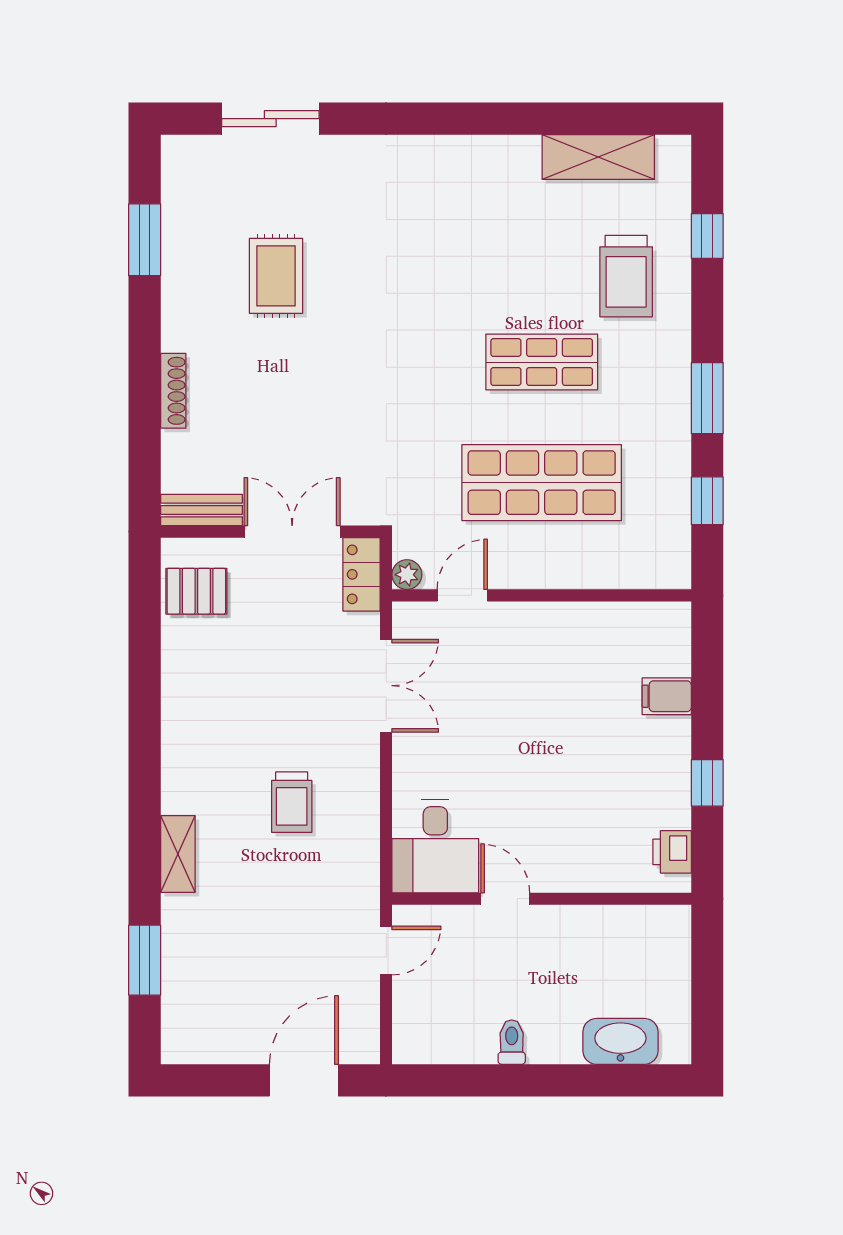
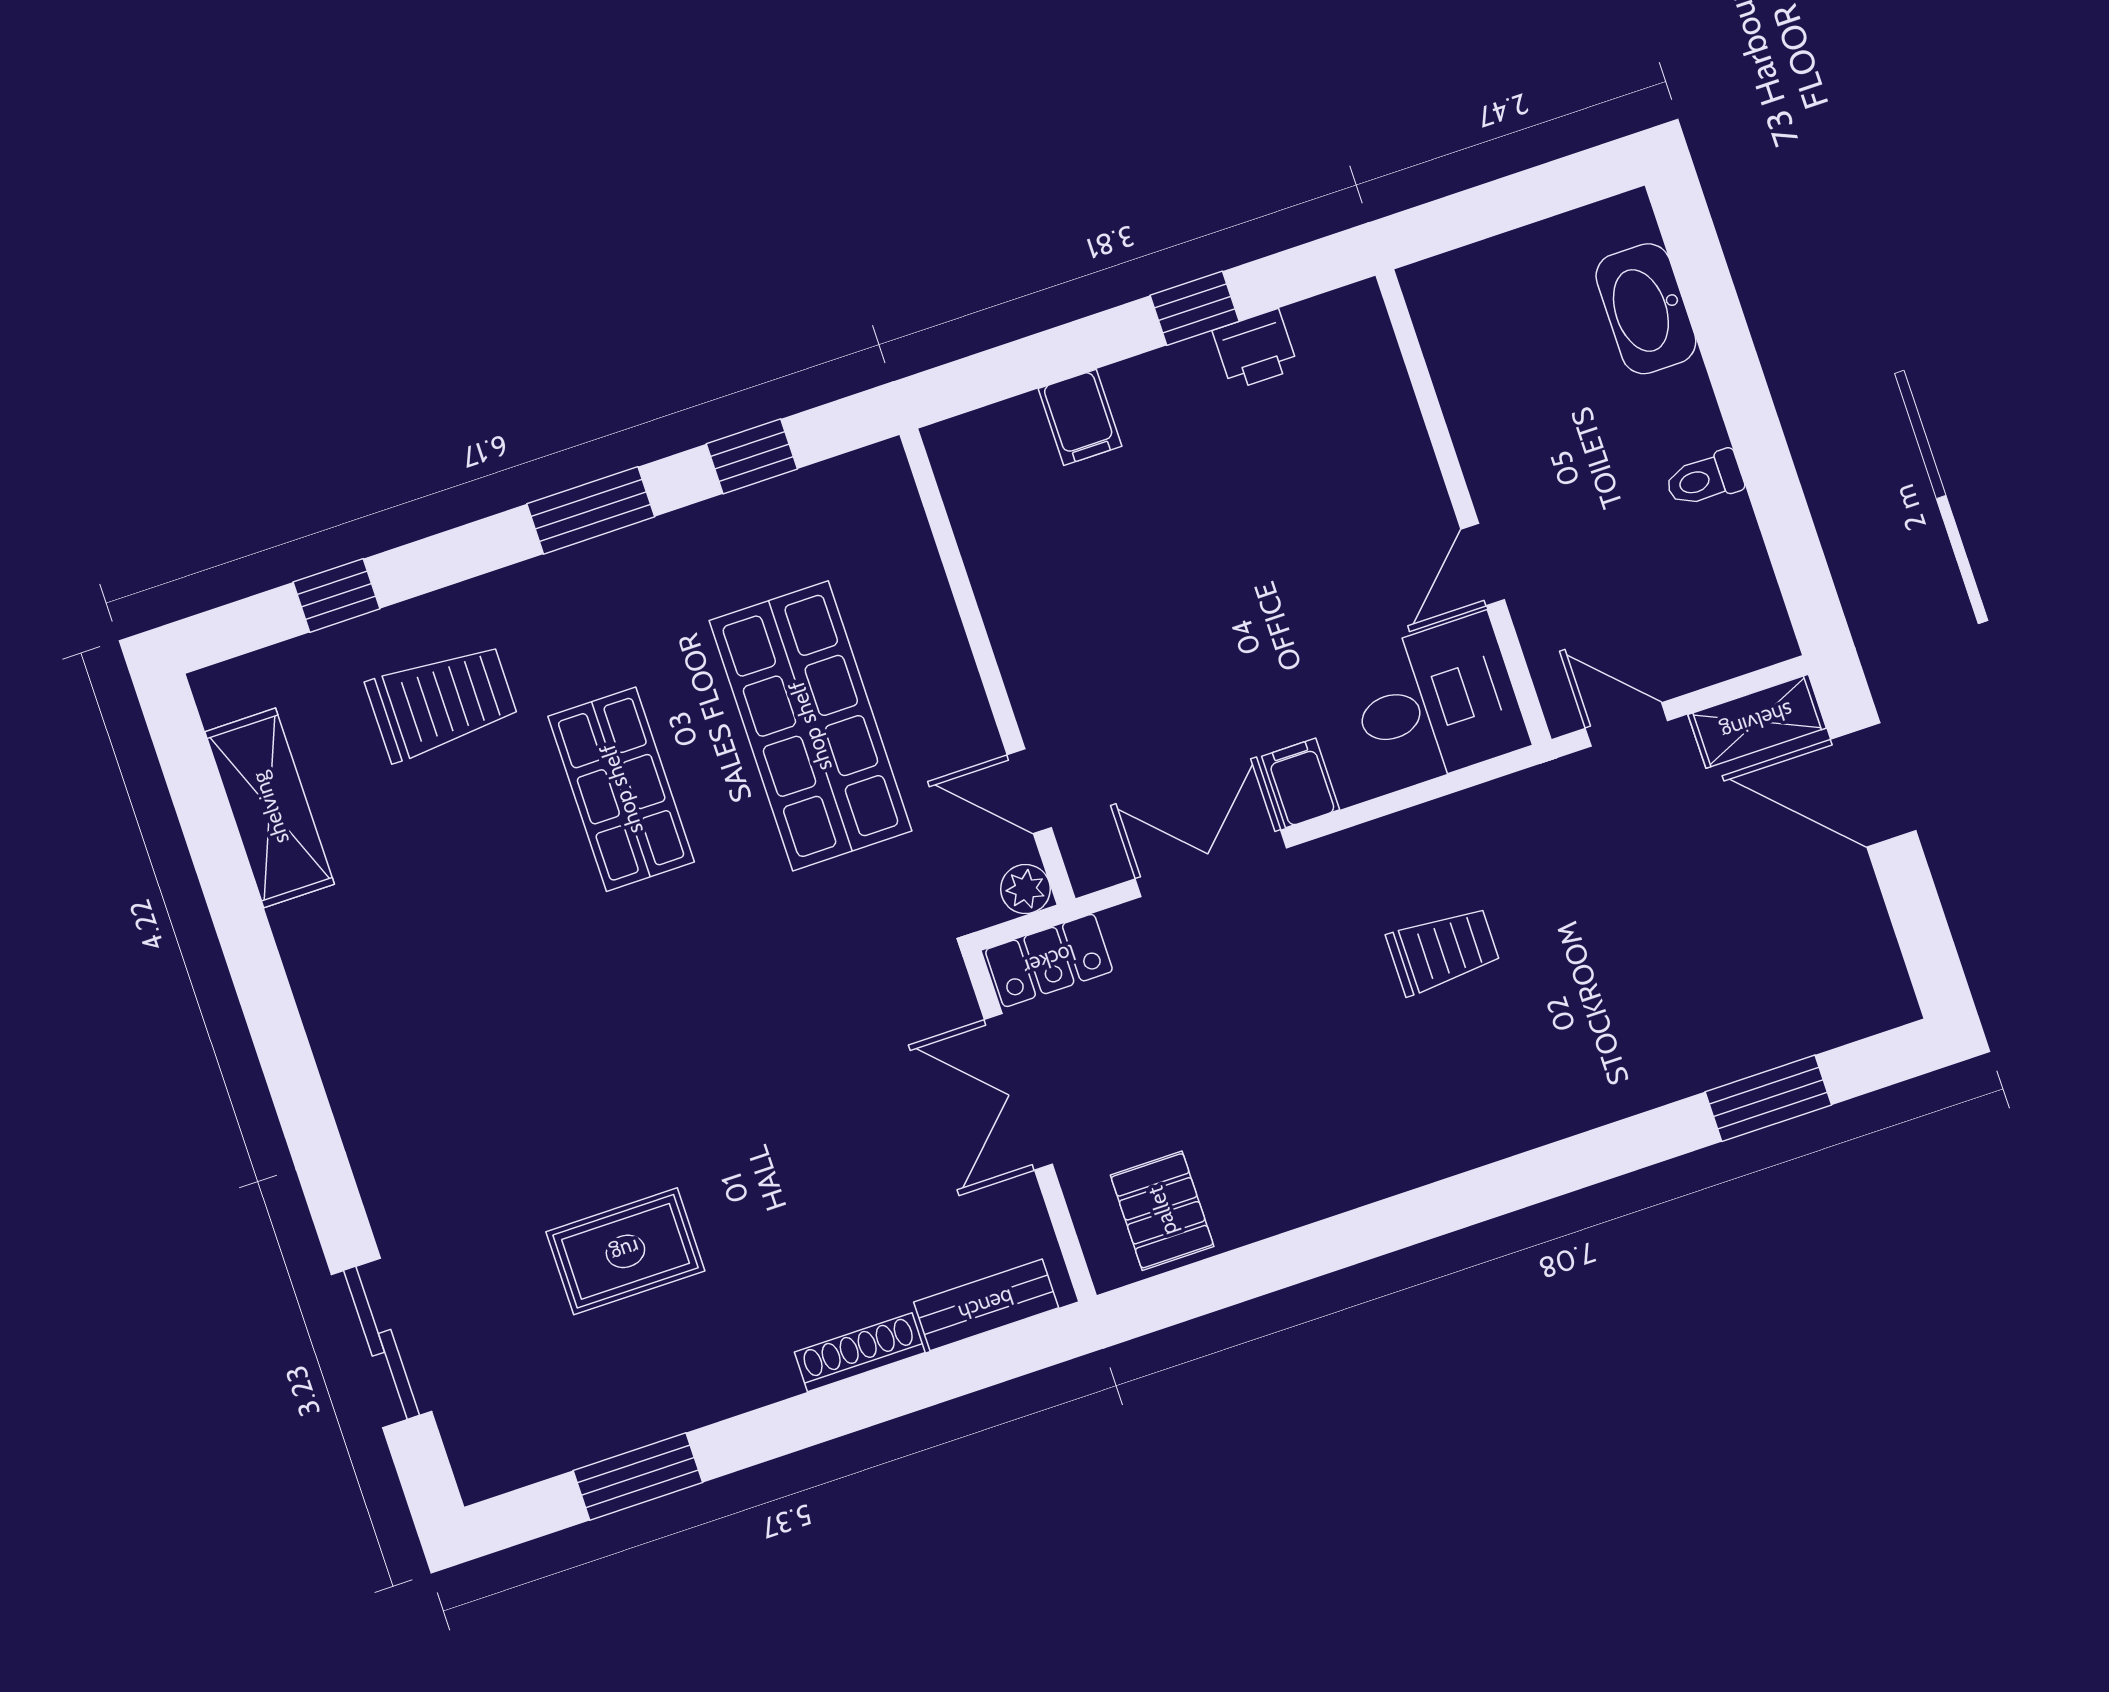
bench: (201, 510) -> (986, 1305), moved, turned 90
filing cabinet: (415, 753) -> (1301, 783), added
printer: (672, 852) -> (1255, 349), moved
shelving: (178, 854) -> (1757, 721), moved

